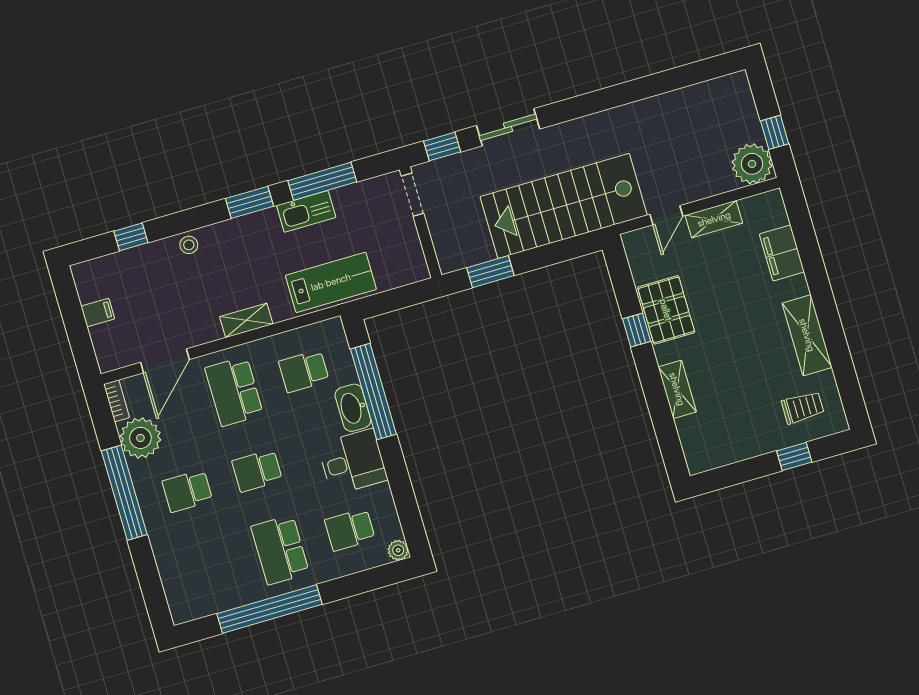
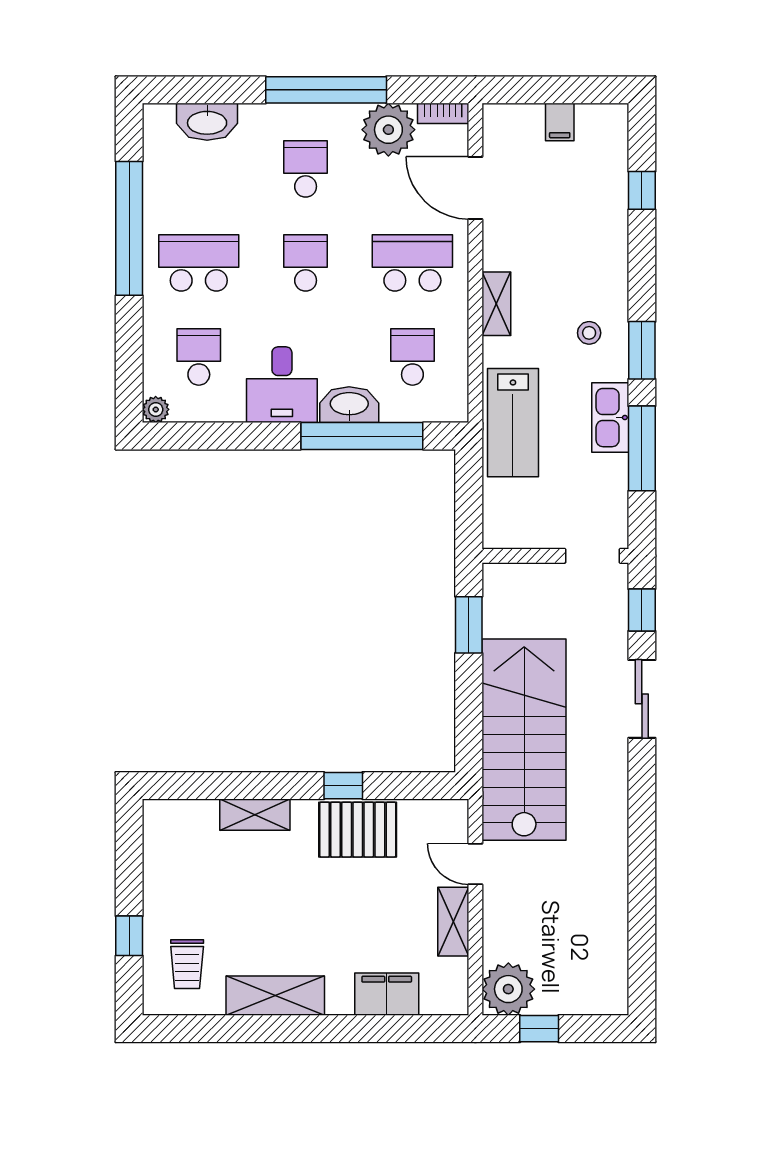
stool: (189, 245) -> (589, 333), moved
washbasin: (174, 574) -> (207, 122), added

